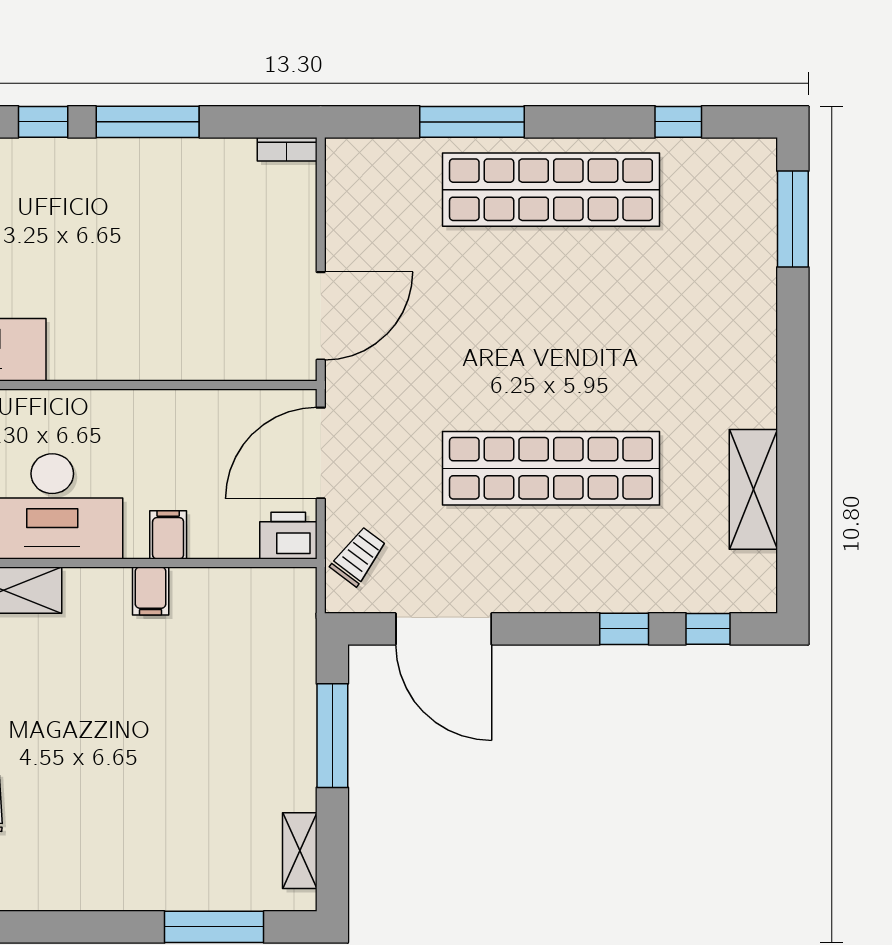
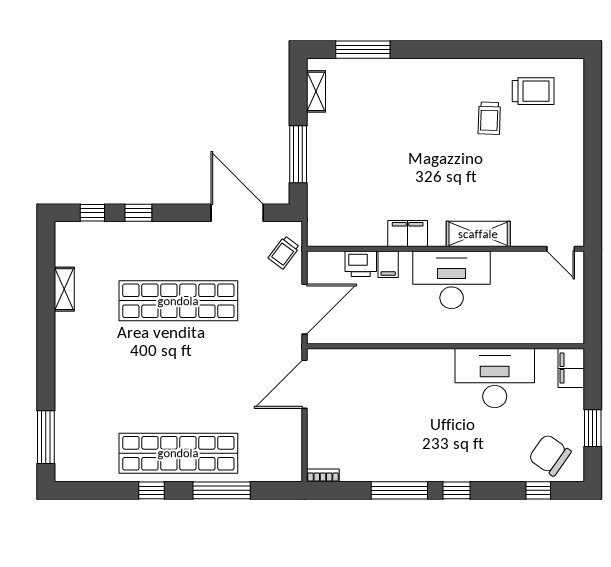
window: (678, 122) -> (152, 490), moved
shelving: (753, 489) -> (64, 289), width x0.67, depth x0.75
printer: (288, 536) -> (361, 264), moved
filing cabinet: (151, 591) -> (408, 234), width x2.00

